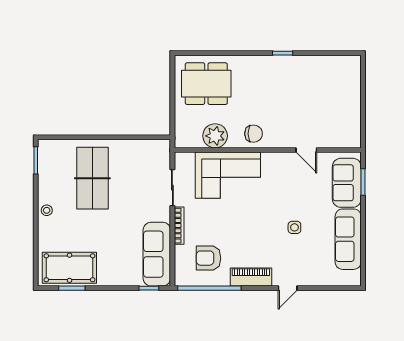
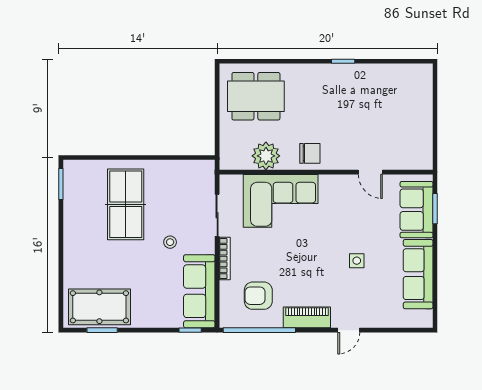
stool: (47, 210) -> (170, 242), moved

